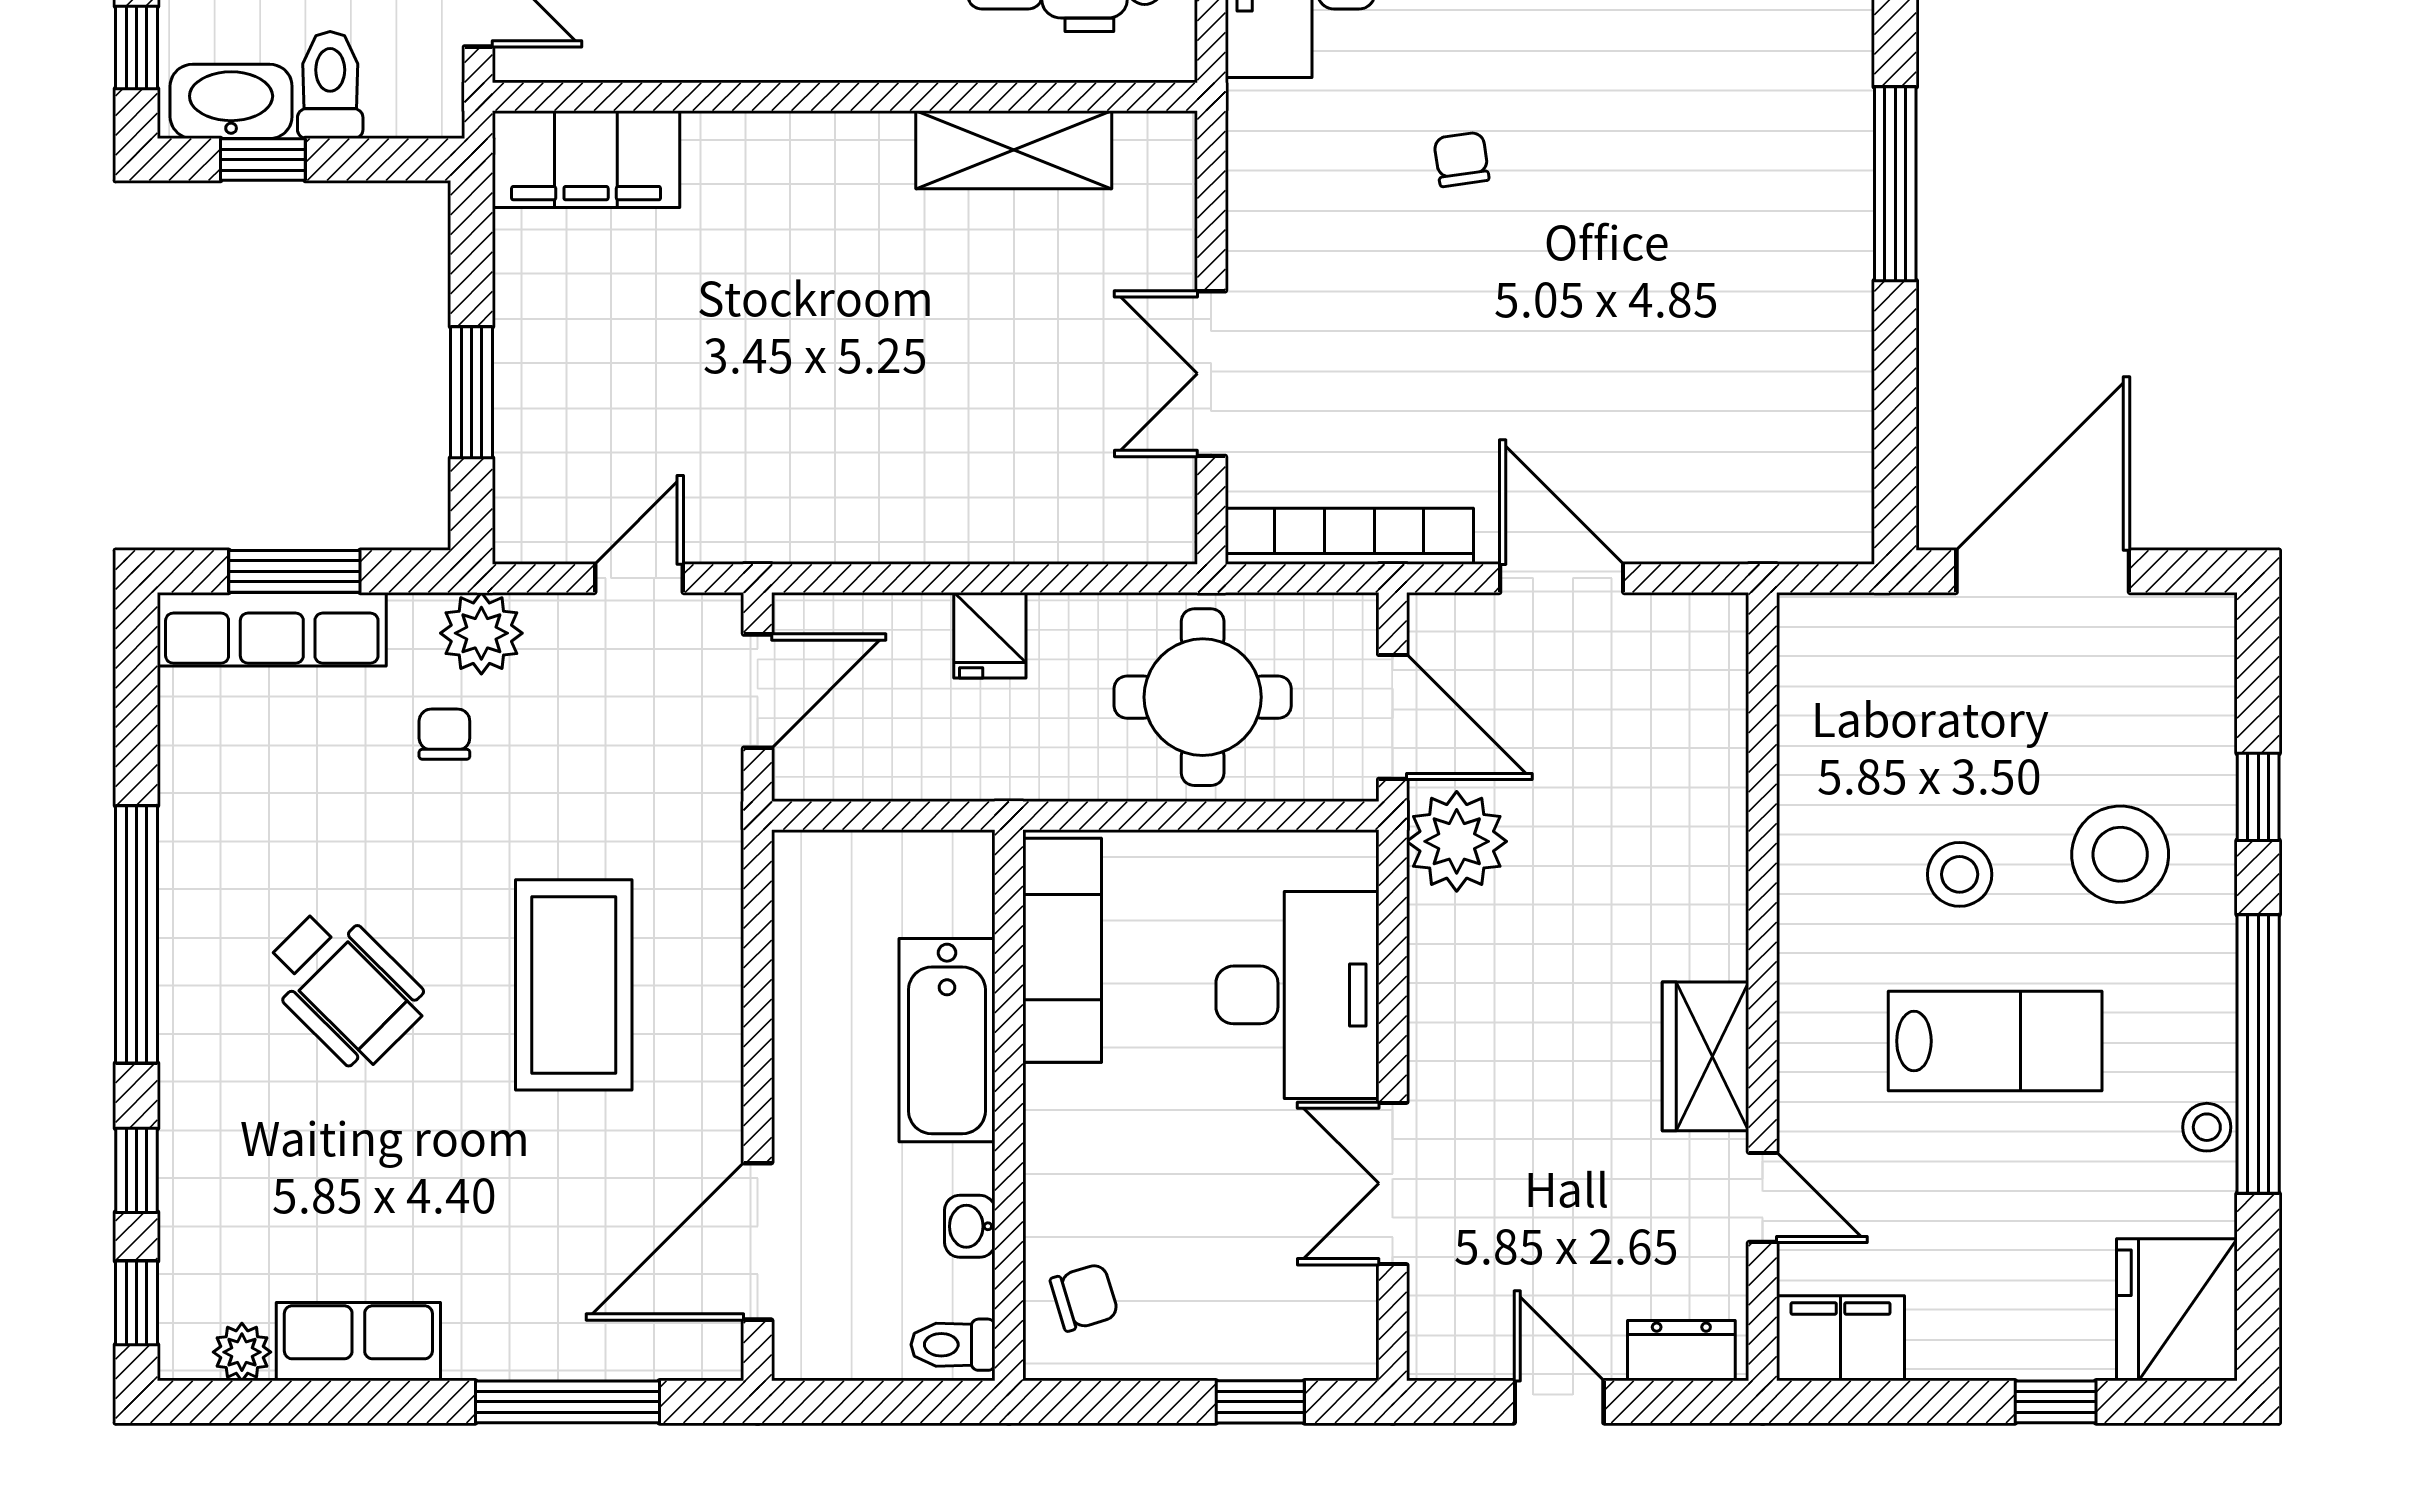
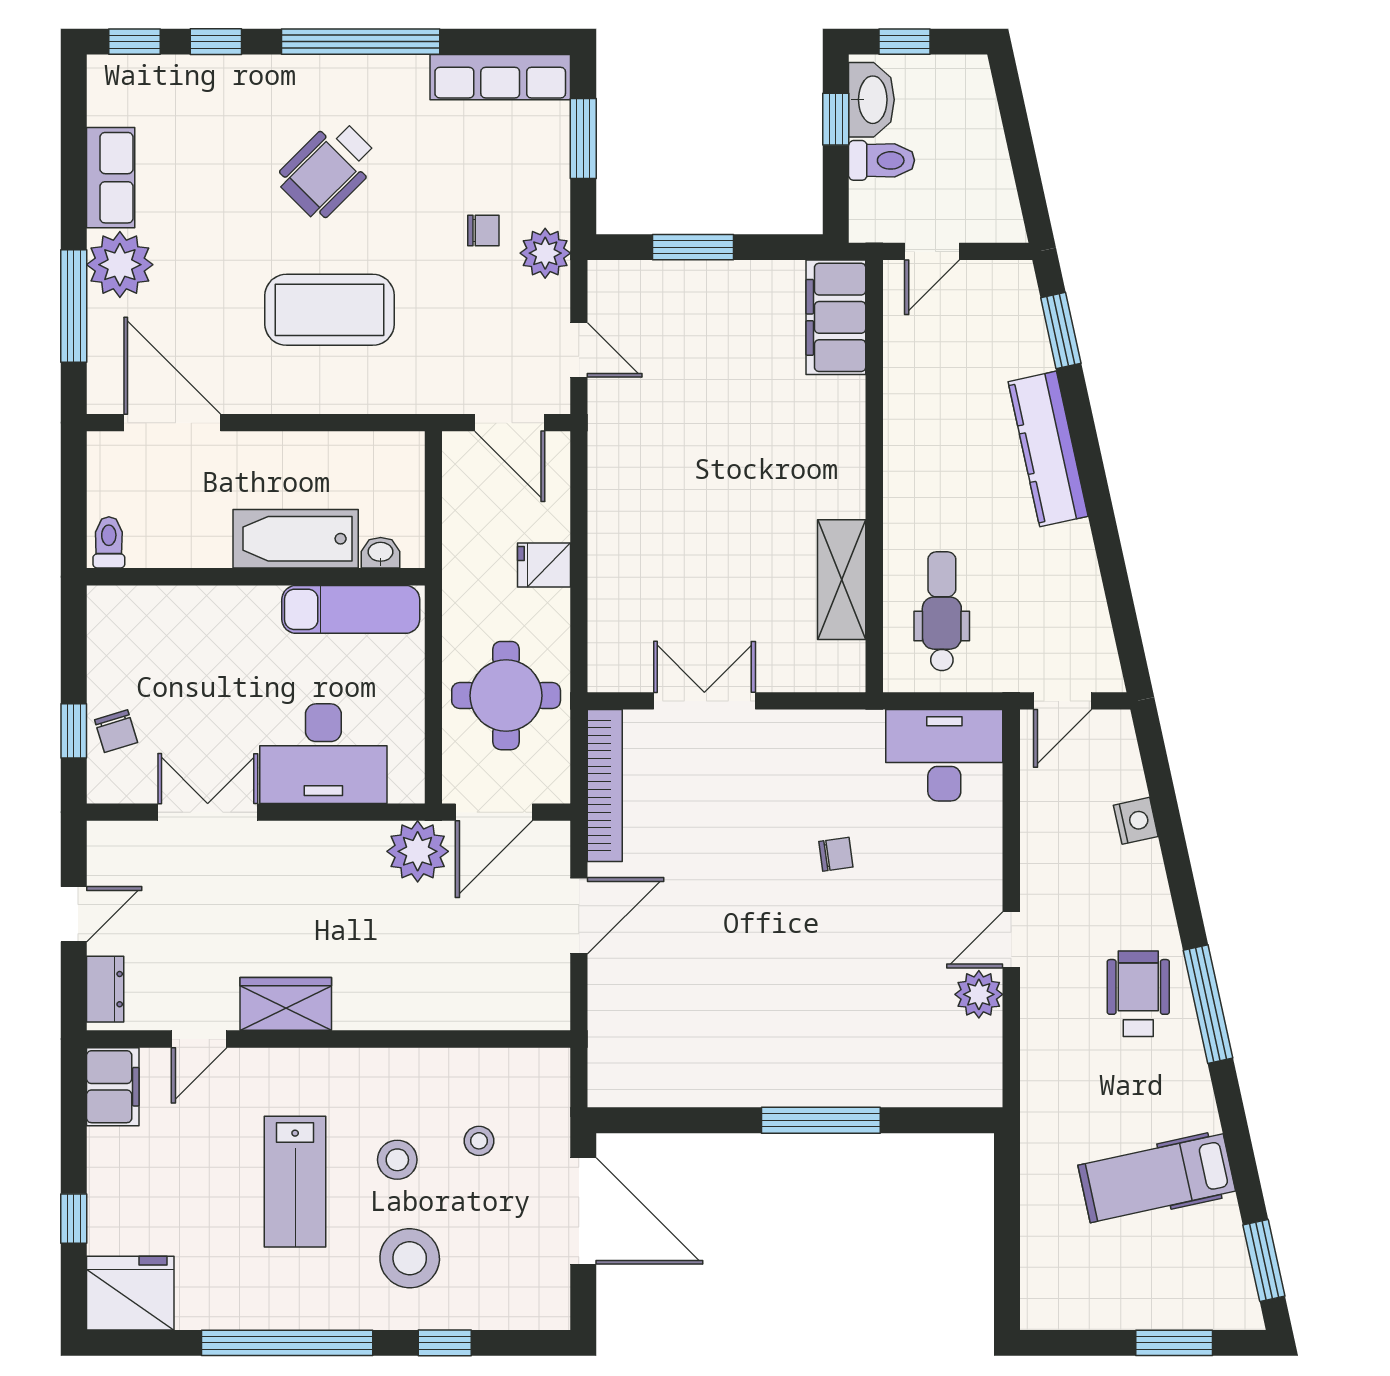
row of seats: (272, 629) -> (500, 77), moved, turned -90
stool: (2207, 1127) -> (479, 1141), moved
washbasin: (970, 1226) -> (381, 553), moved
chair: (1084, 1297) -> (116, 731), moved
plant: (242, 1352) -> (120, 265), moved, width x1.87, depth x1.87

